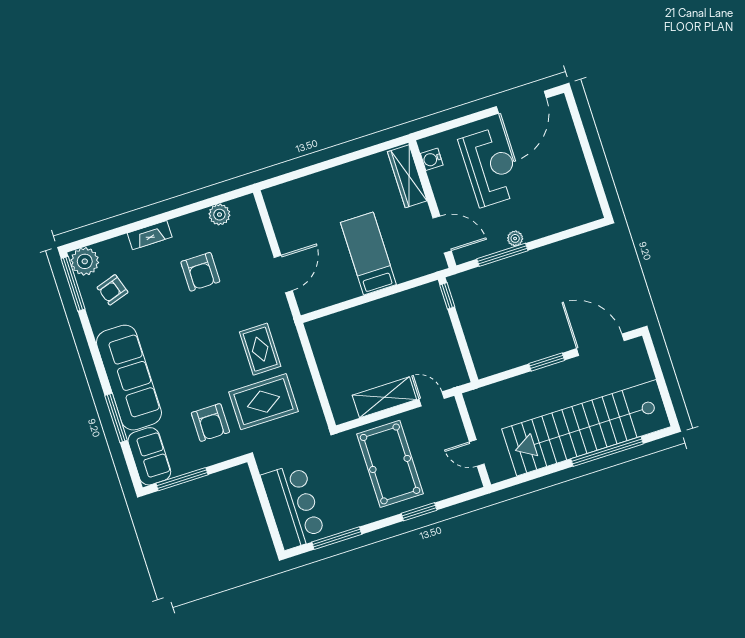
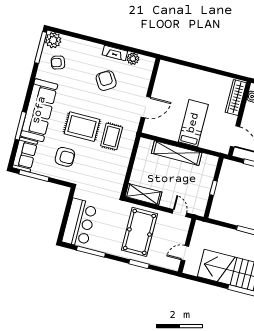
fireplace: (150, 235) -> (115, 53), moved
armchair: (200, 272) -> (106, 81), turned 149
window: (447, 296) -> (213, 188), moved
shelving: (372, 313) -> (177, 153), added
shelving: (384, 397) -> (143, 194), moved
rug: (263, 402) -> (82, 127), moved
armchair: (210, 423) -> (65, 157), turned -90
door: (477, 453) -> (185, 253), hinge flipped

